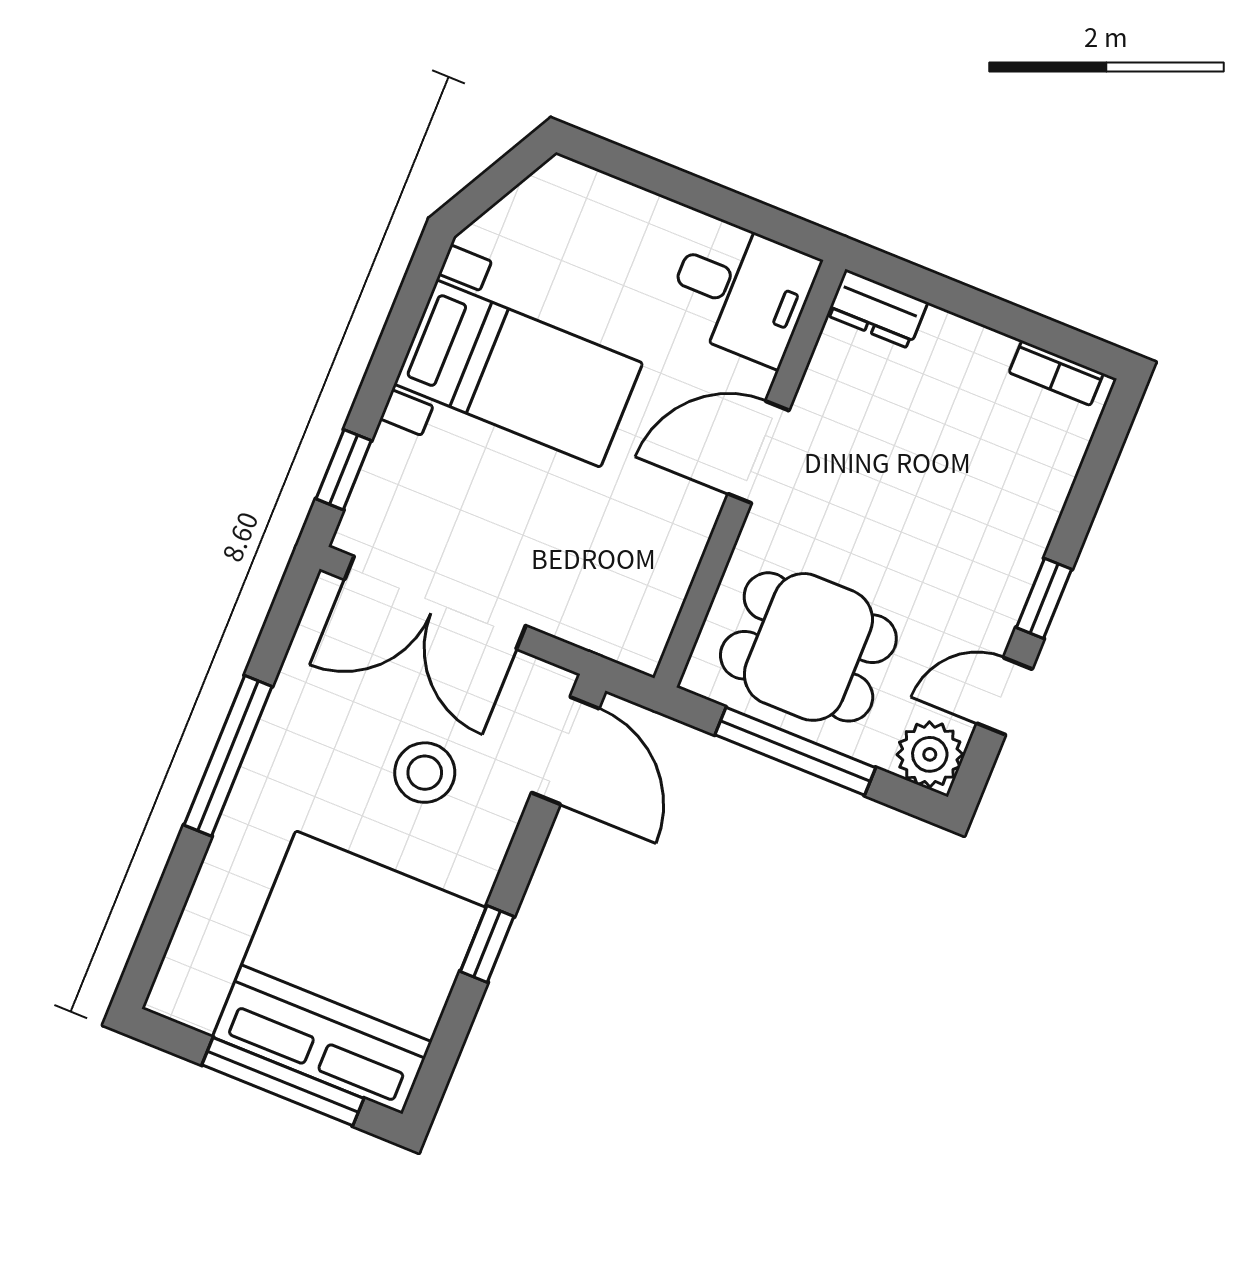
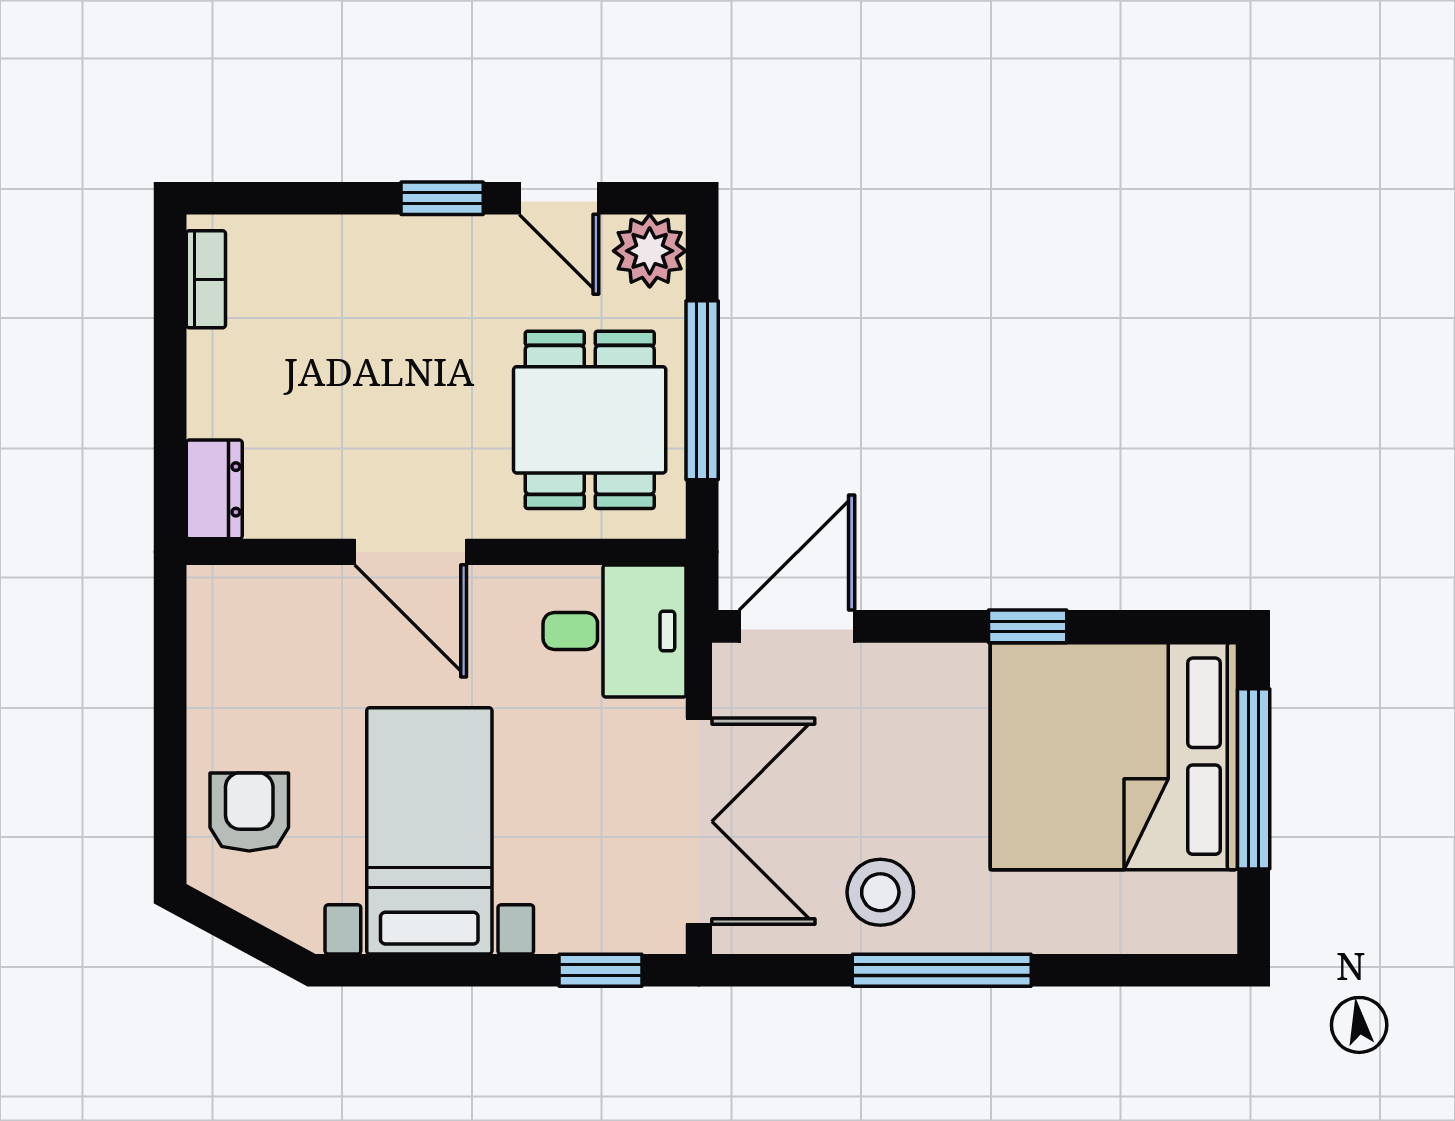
armchair: (595, 229) -> (249, 812), added
desk: (741, 291) -> (615, 631), moved, turned 90
stool: (425, 773) -> (880, 892), moved

